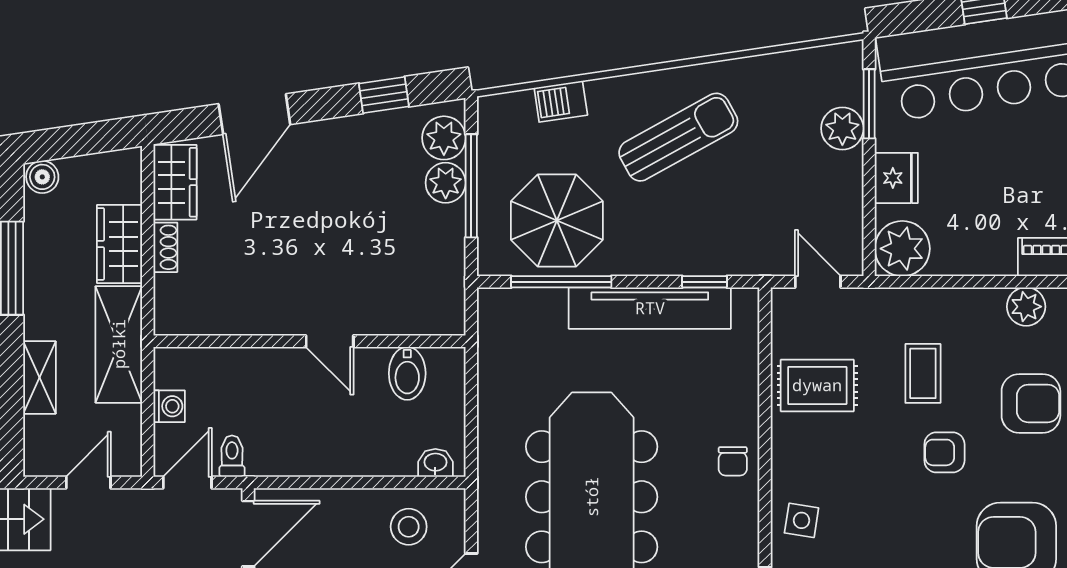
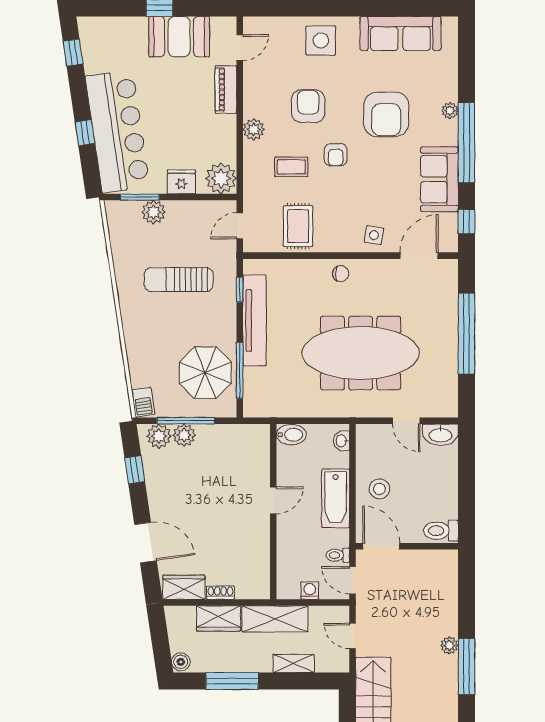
barbecue: (561, 101) -> (143, 402), moved
sun lounger: (678, 137) -> (179, 280), moved, turned -61
plant: (1026, 307) -> (254, 129), moved
bidet: (407, 373) -> (291, 435), moved
bathtub: (333, 452) -> (336, 498), added
stool: (409, 527) -> (379, 489), moved

